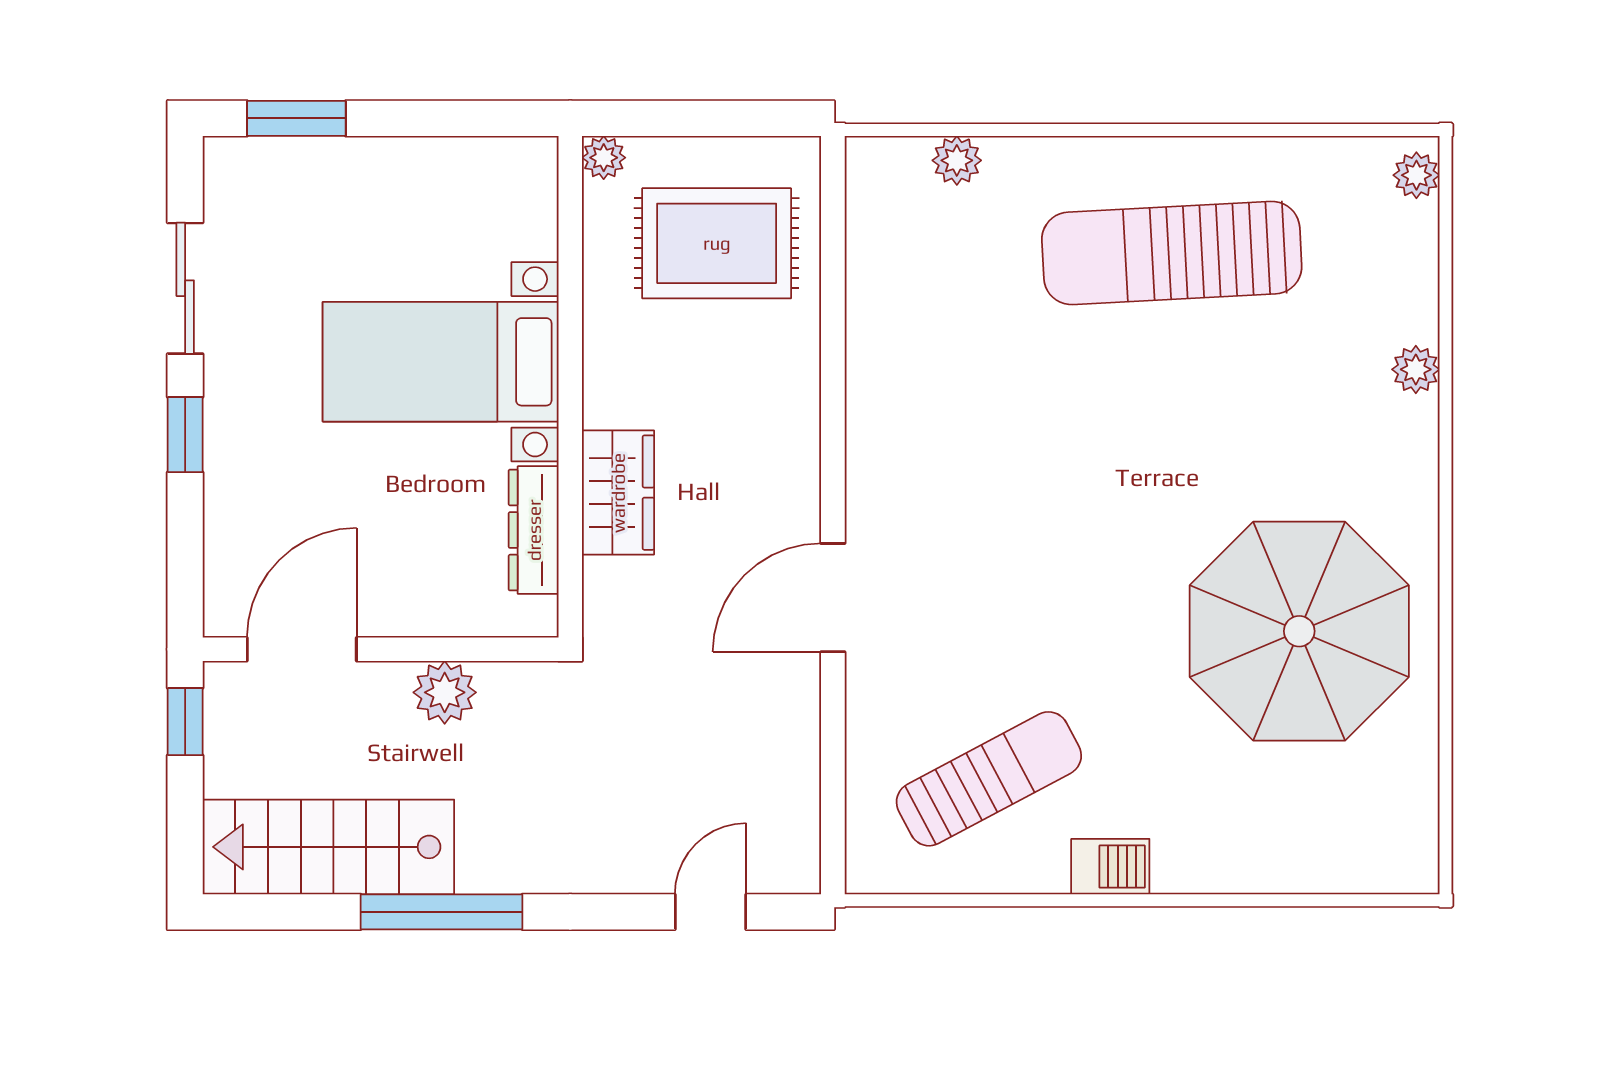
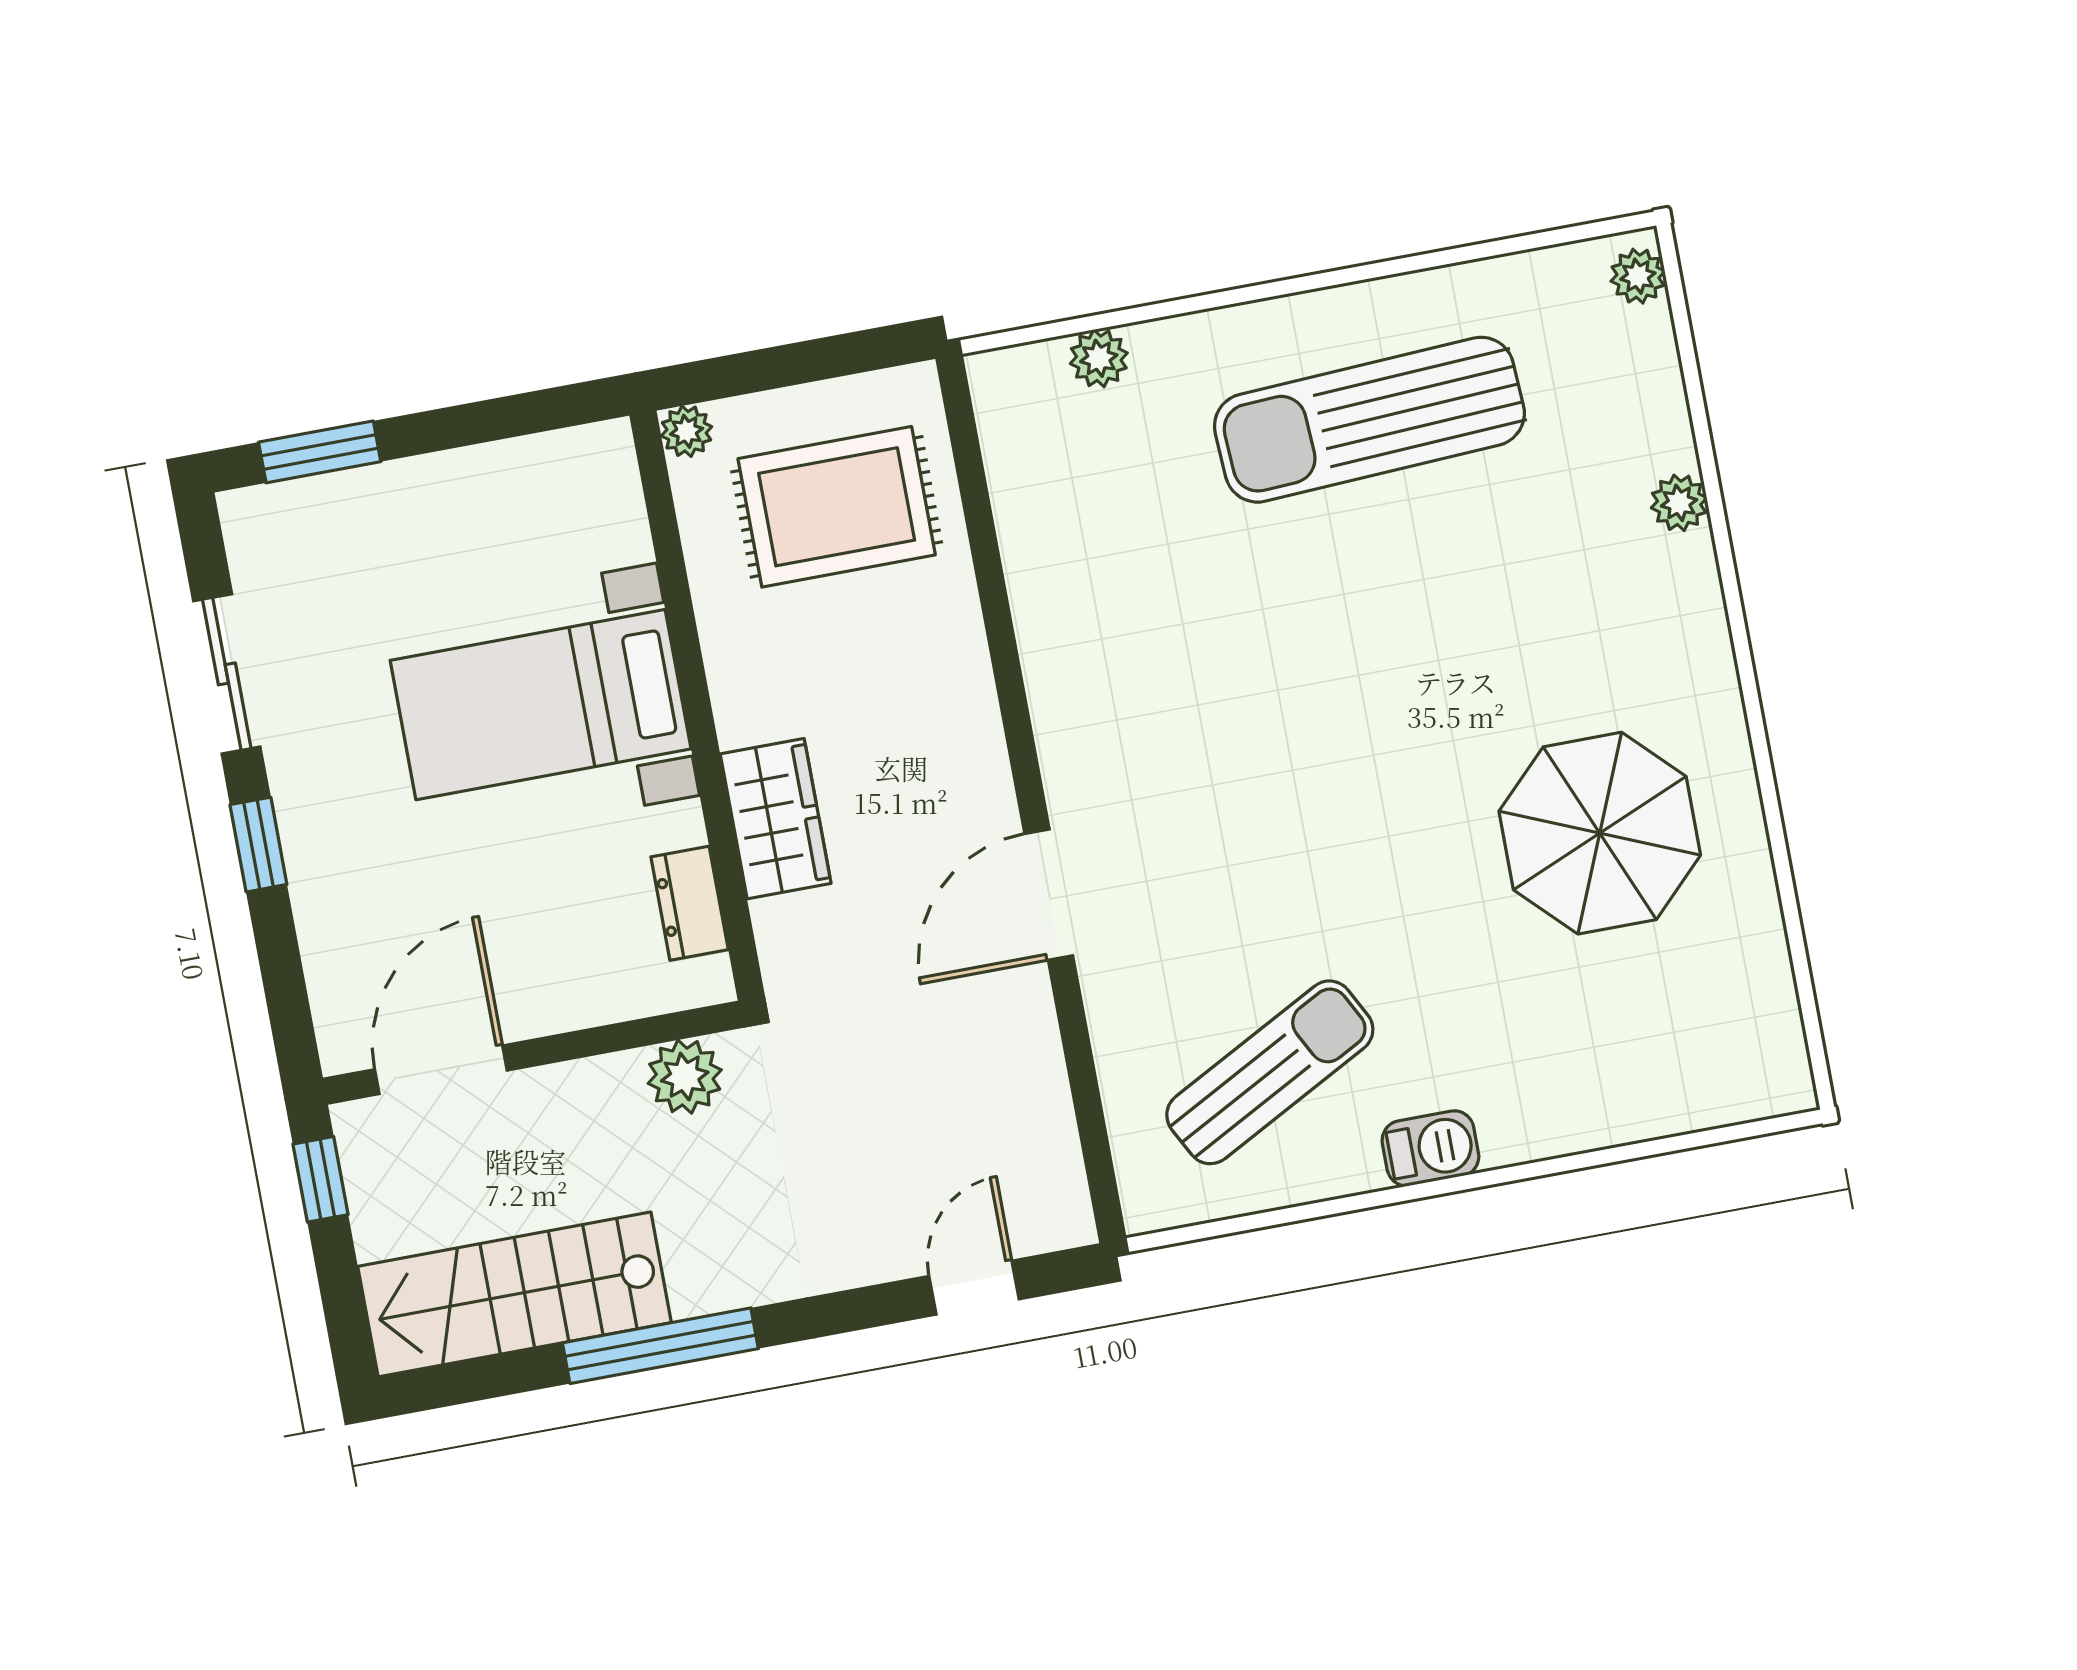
dresser: (534, 530) -> (690, 903), width x0.70
parasol: (1299, 631) -> (1600, 833), width x0.73, depth x0.73
plant: (445, 692) -> (685, 1077), moved

